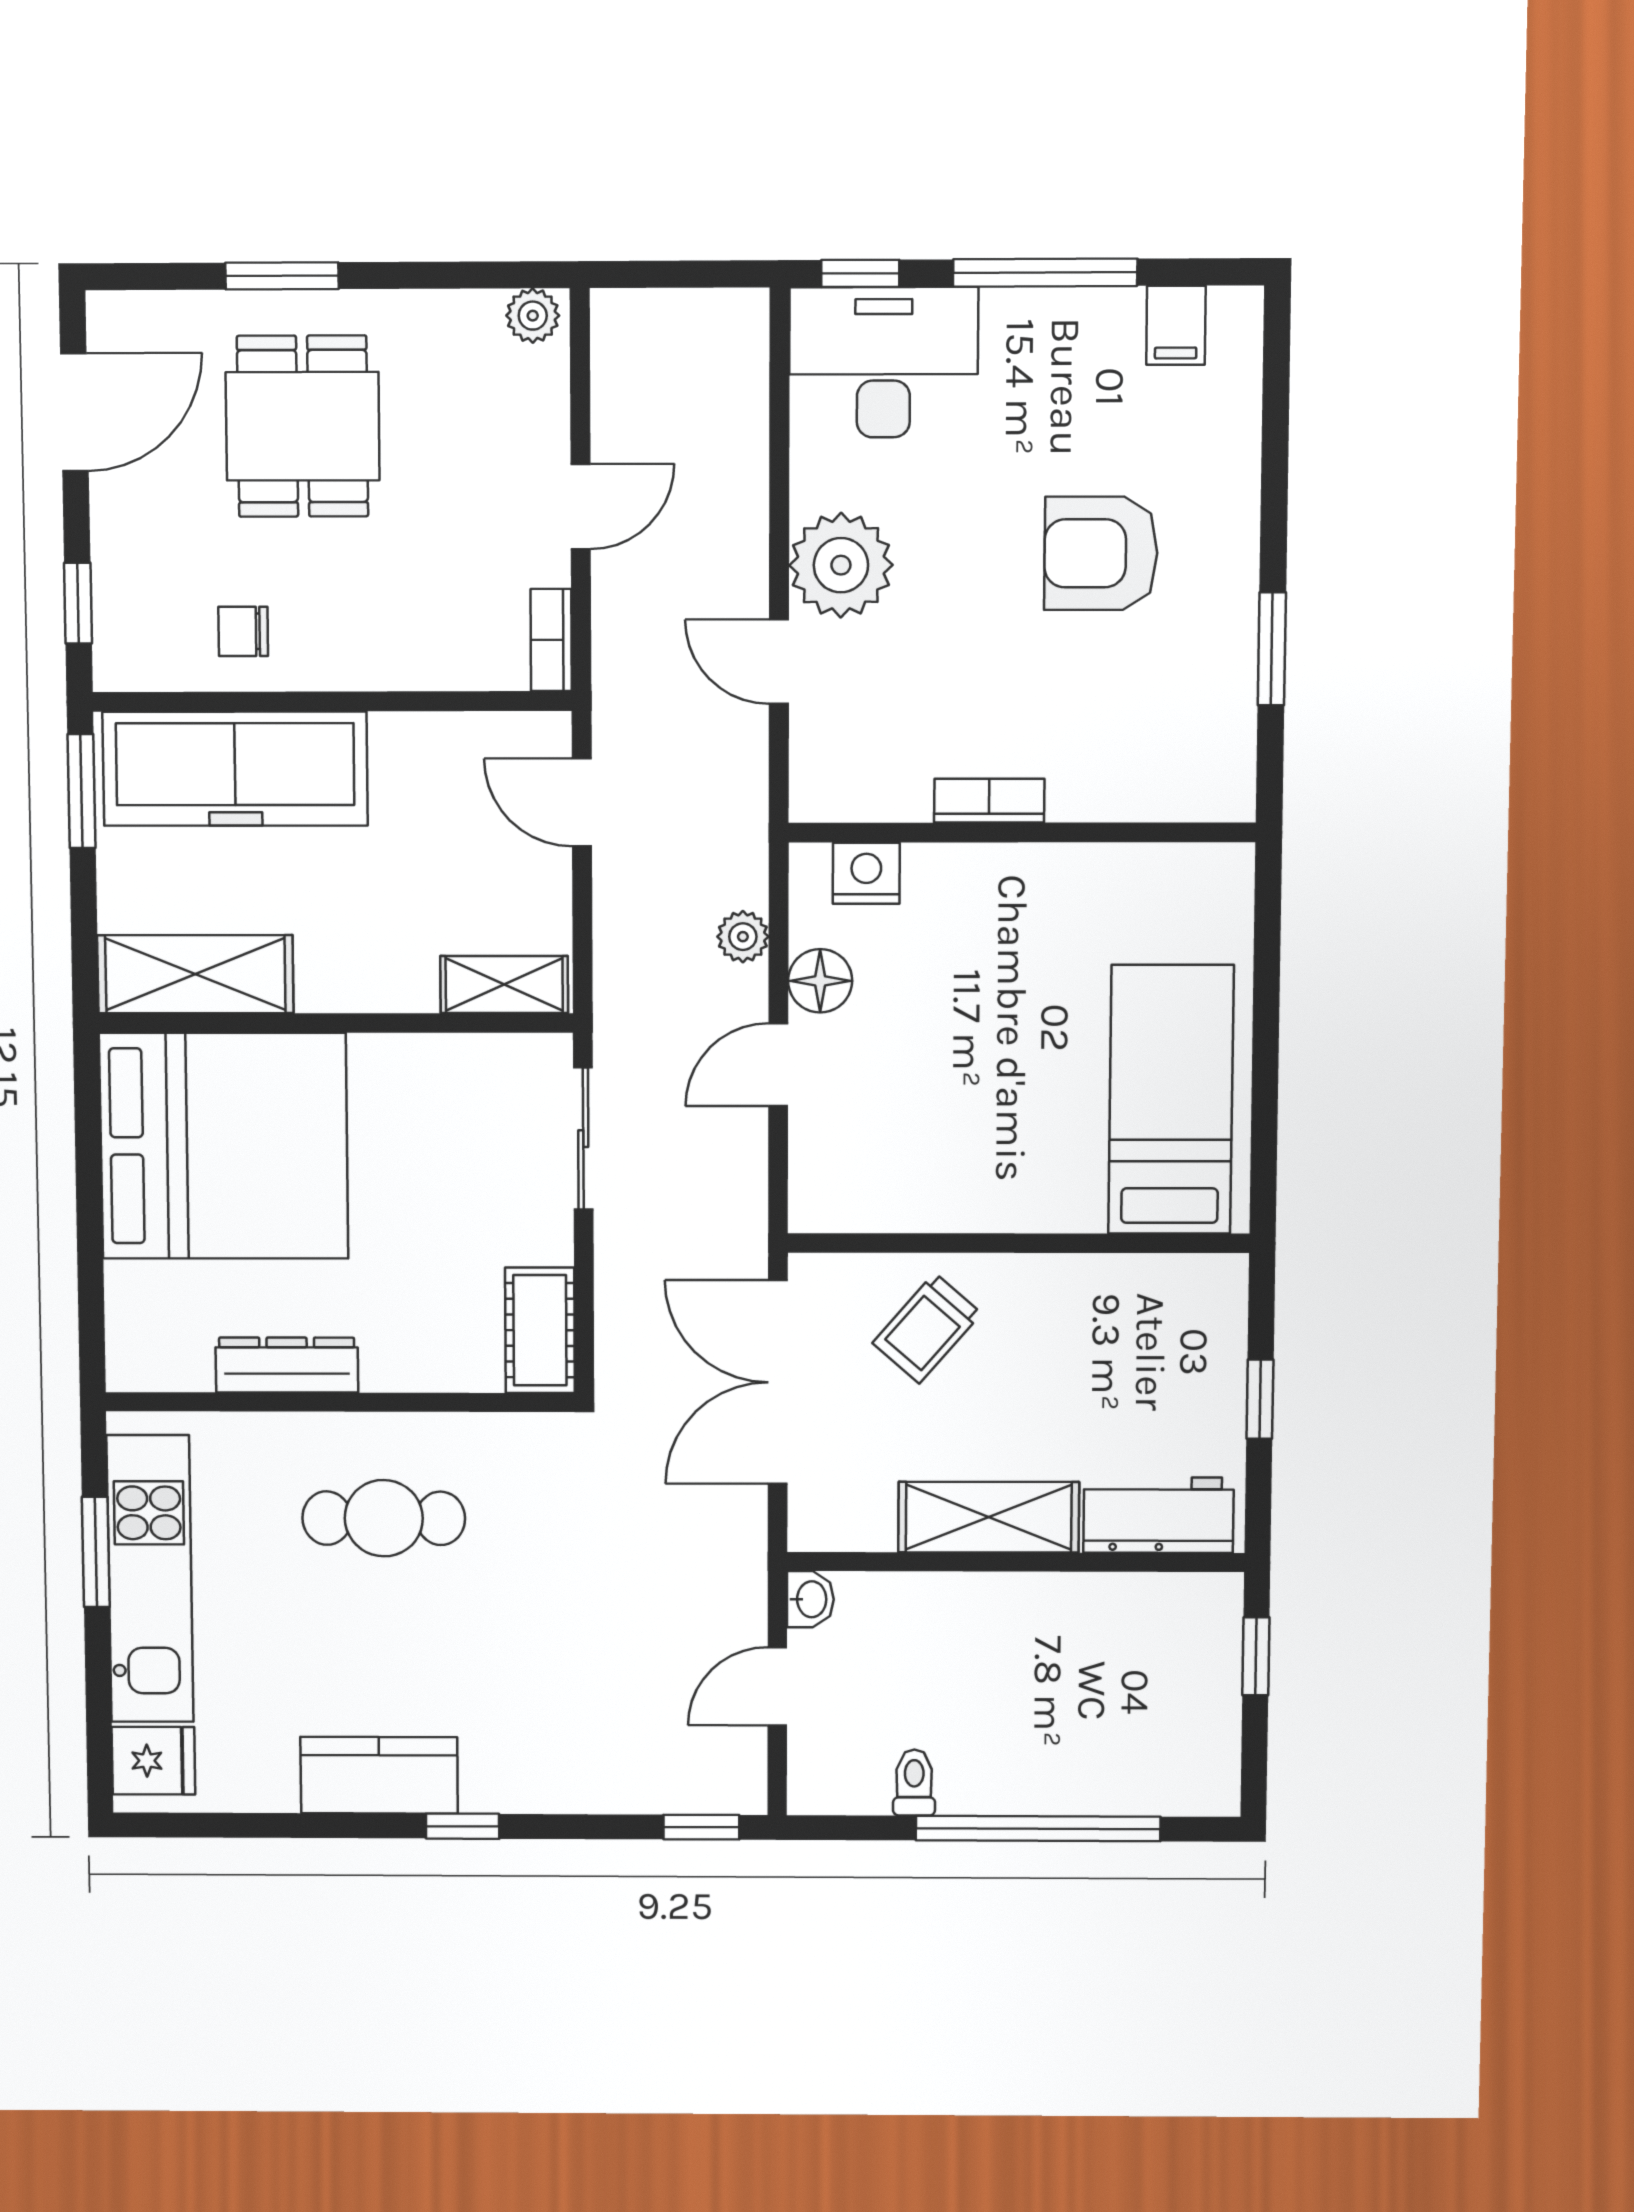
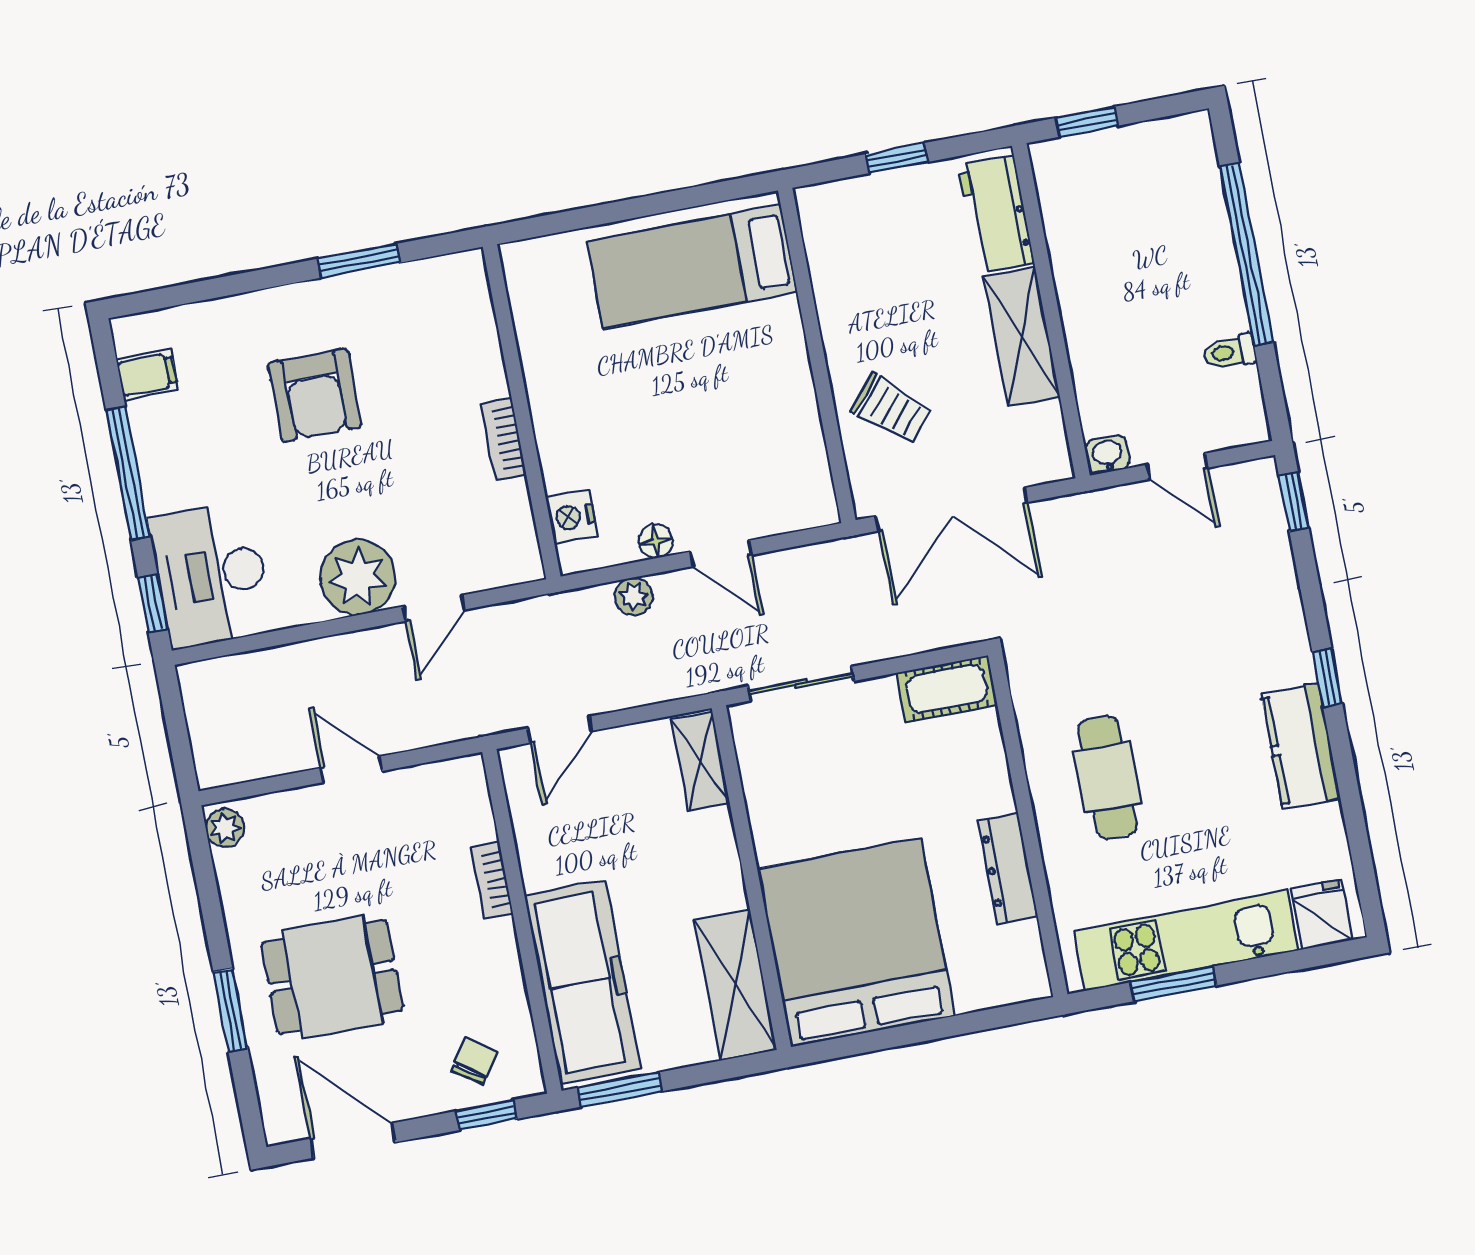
chair: (243, 631) -> (474, 1061), moved, turned -146
bookcase: (551, 640) -> (492, 880), moved, turned 90
floor lamp: (820, 981) -> (656, 541), width x0.73, depth x0.73

